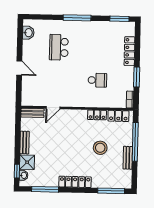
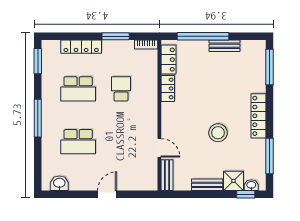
school desk: (98, 48) -> (78, 89), added
stool: (100, 148) -> (218, 133), moved

